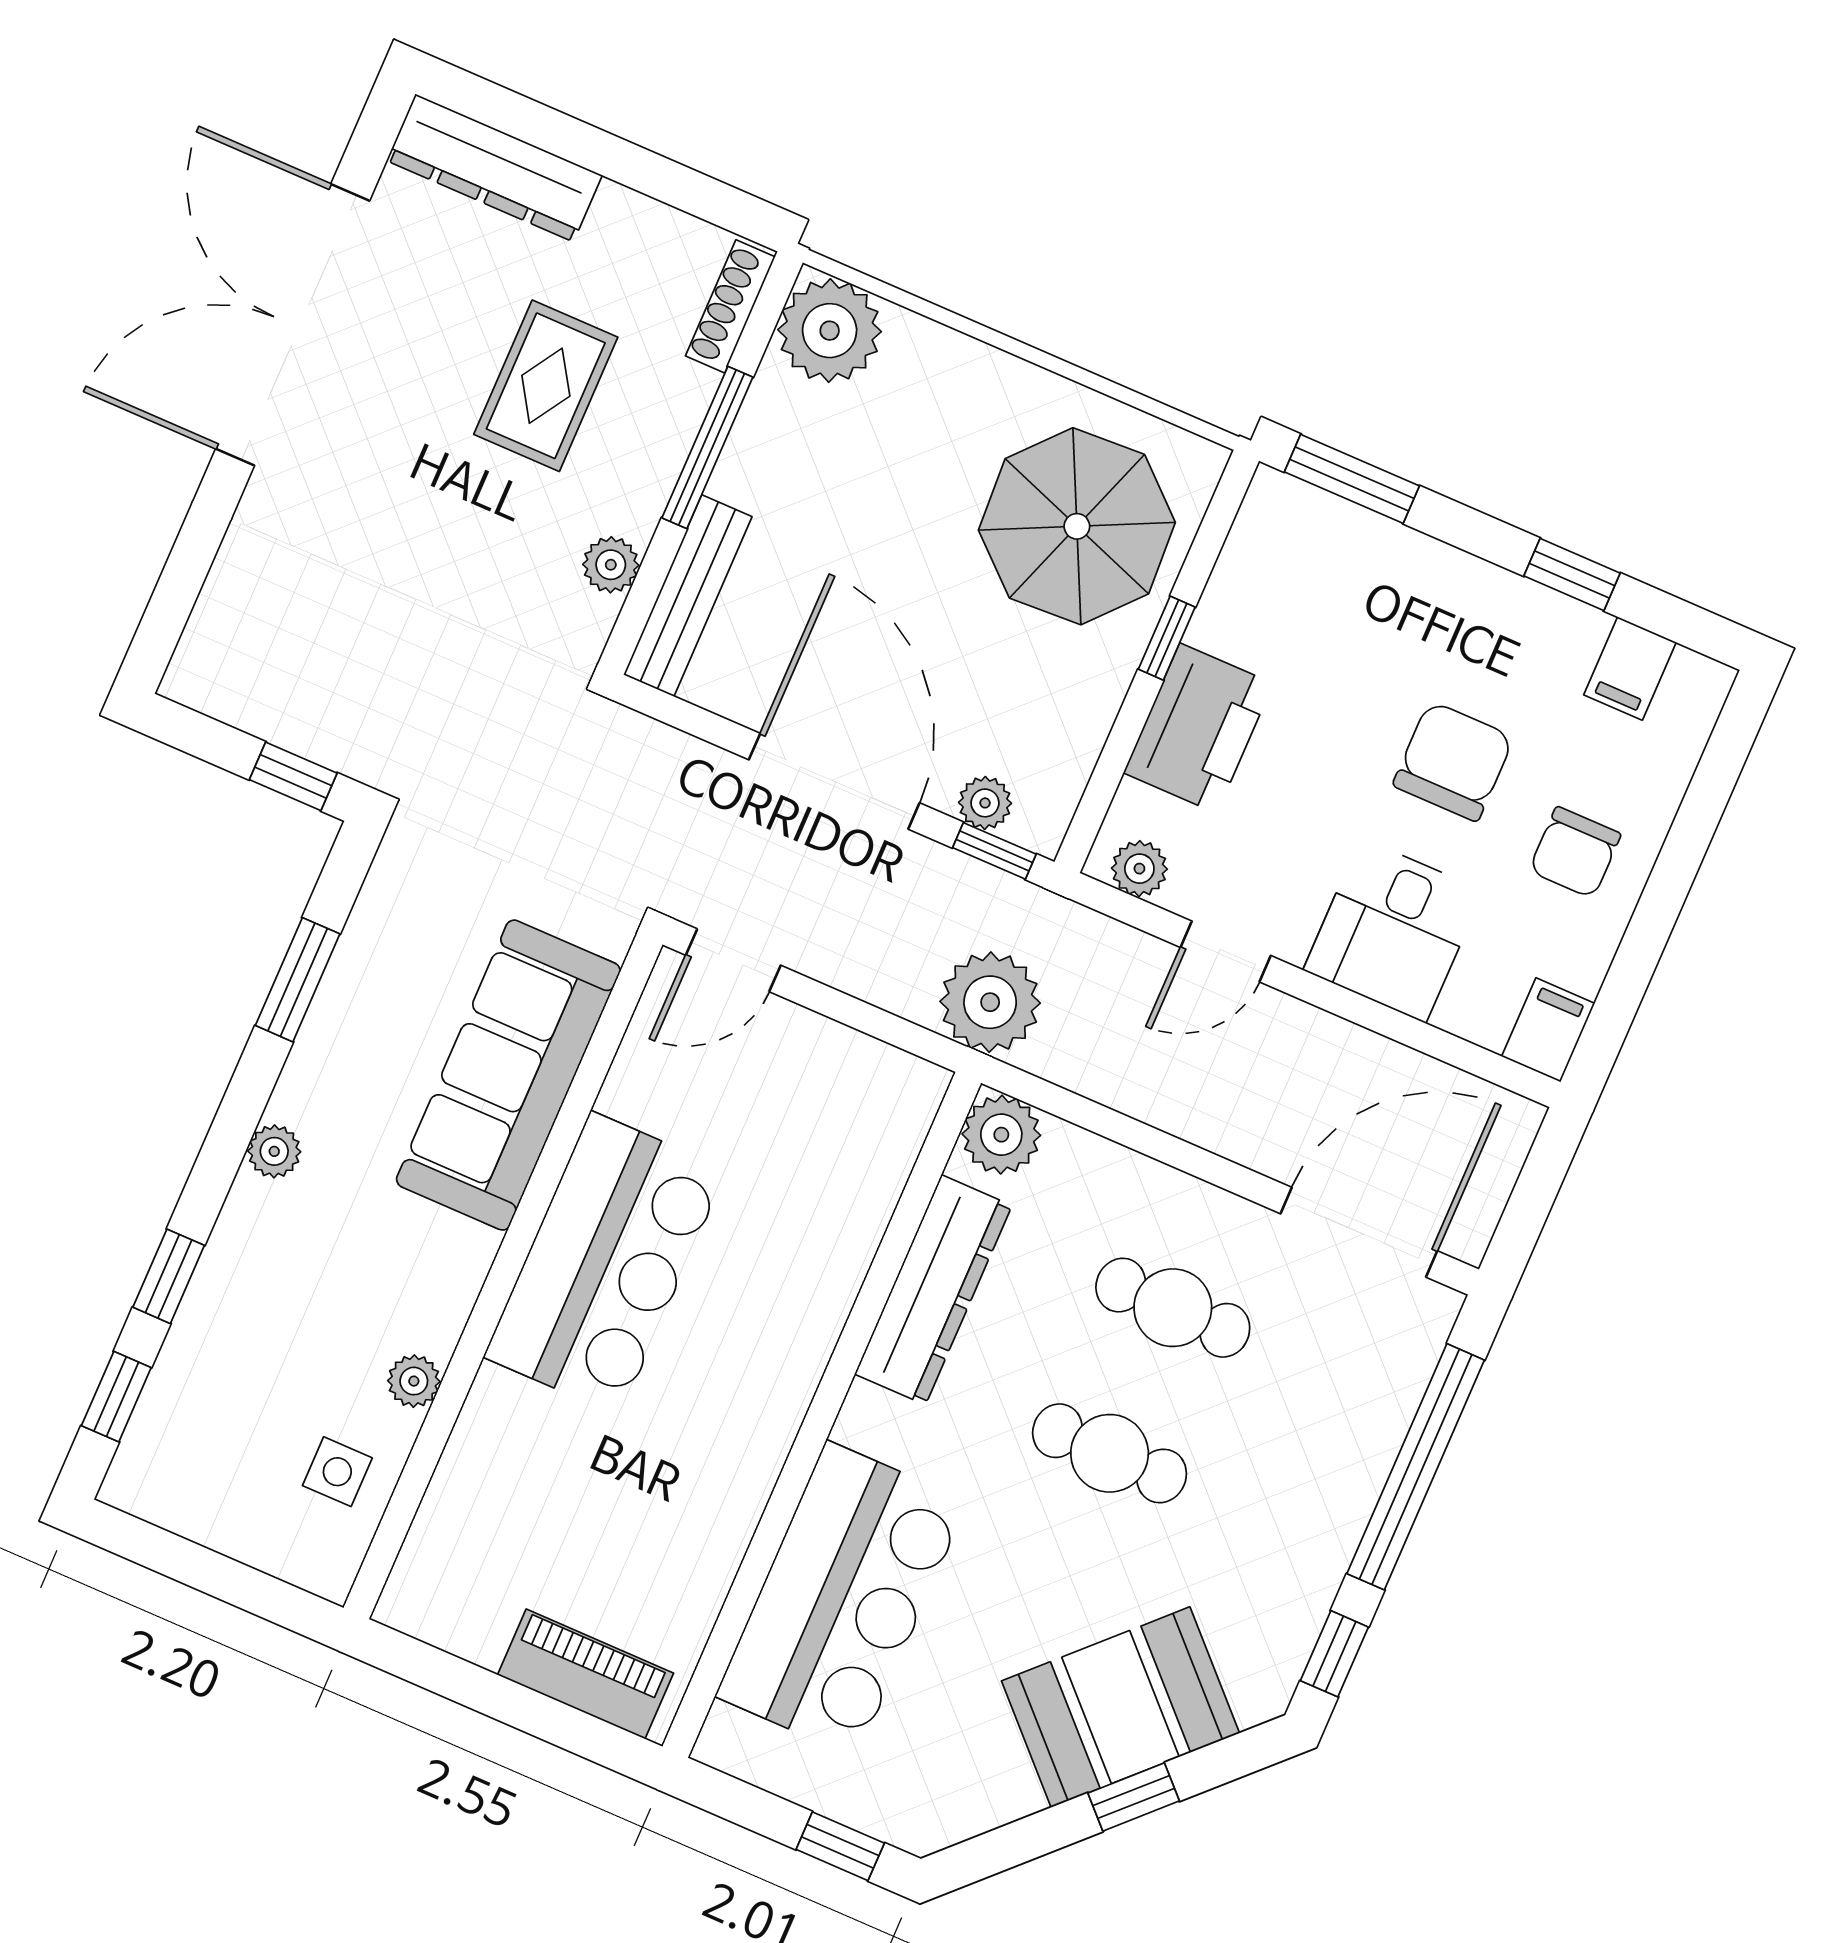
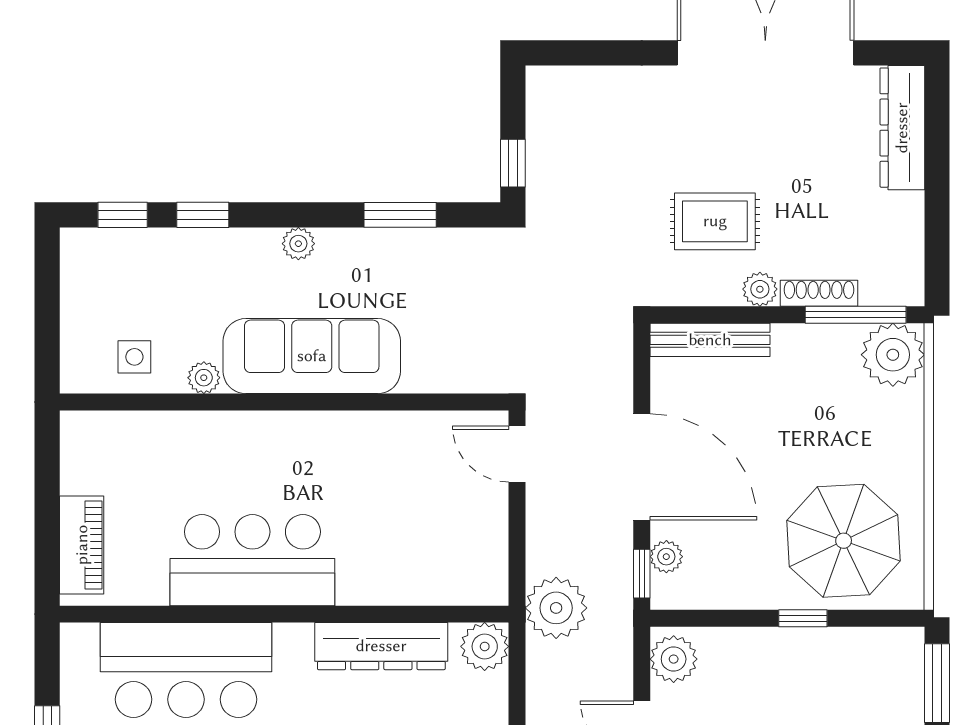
shoe rack: (730, 306) -> (819, 293), moved
rug: (546, 386) -> (715, 221), moved
window: (707, 448) -> (856, 315), moved
plant: (611, 565) -> (760, 289), moved
printer: (1198, 728) -> (760, 658), removed
door: (834, 781) -> (642, 467), hinge flipped
plant: (1139, 869) -> (674, 659), width x1.38, depth x1.38
sofa: (508, 1075) -> (312, 356), moved
bar counter: (605, 1263) -> (252, 560), moved, turned 180

